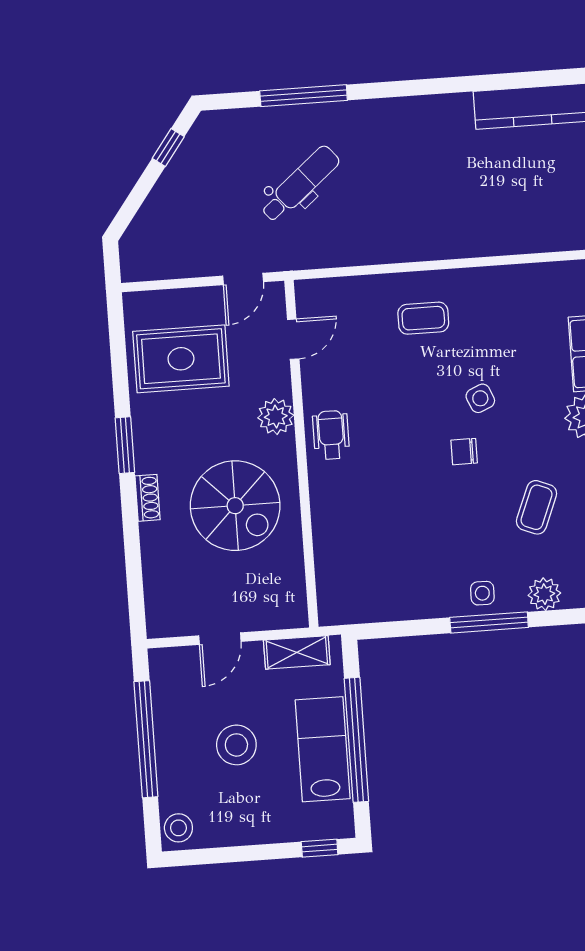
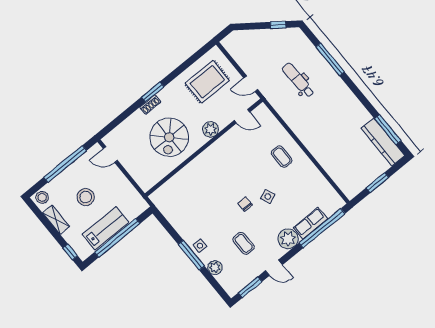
window: (515, 80) -> (388, 130), added
dental chair: (300, 184) -> (298, 80), turned -142
rug: (181, 359) -> (207, 82), turned 90
wheelchair: (331, 435) -> (218, 153), removed
window: (125, 445) -> (153, 92), moved
coffee table: (537, 507) -> (243, 243), turned 68
door: (220, 639) -> (110, 155), moved
shelving: (297, 652) -> (56, 220), moved

